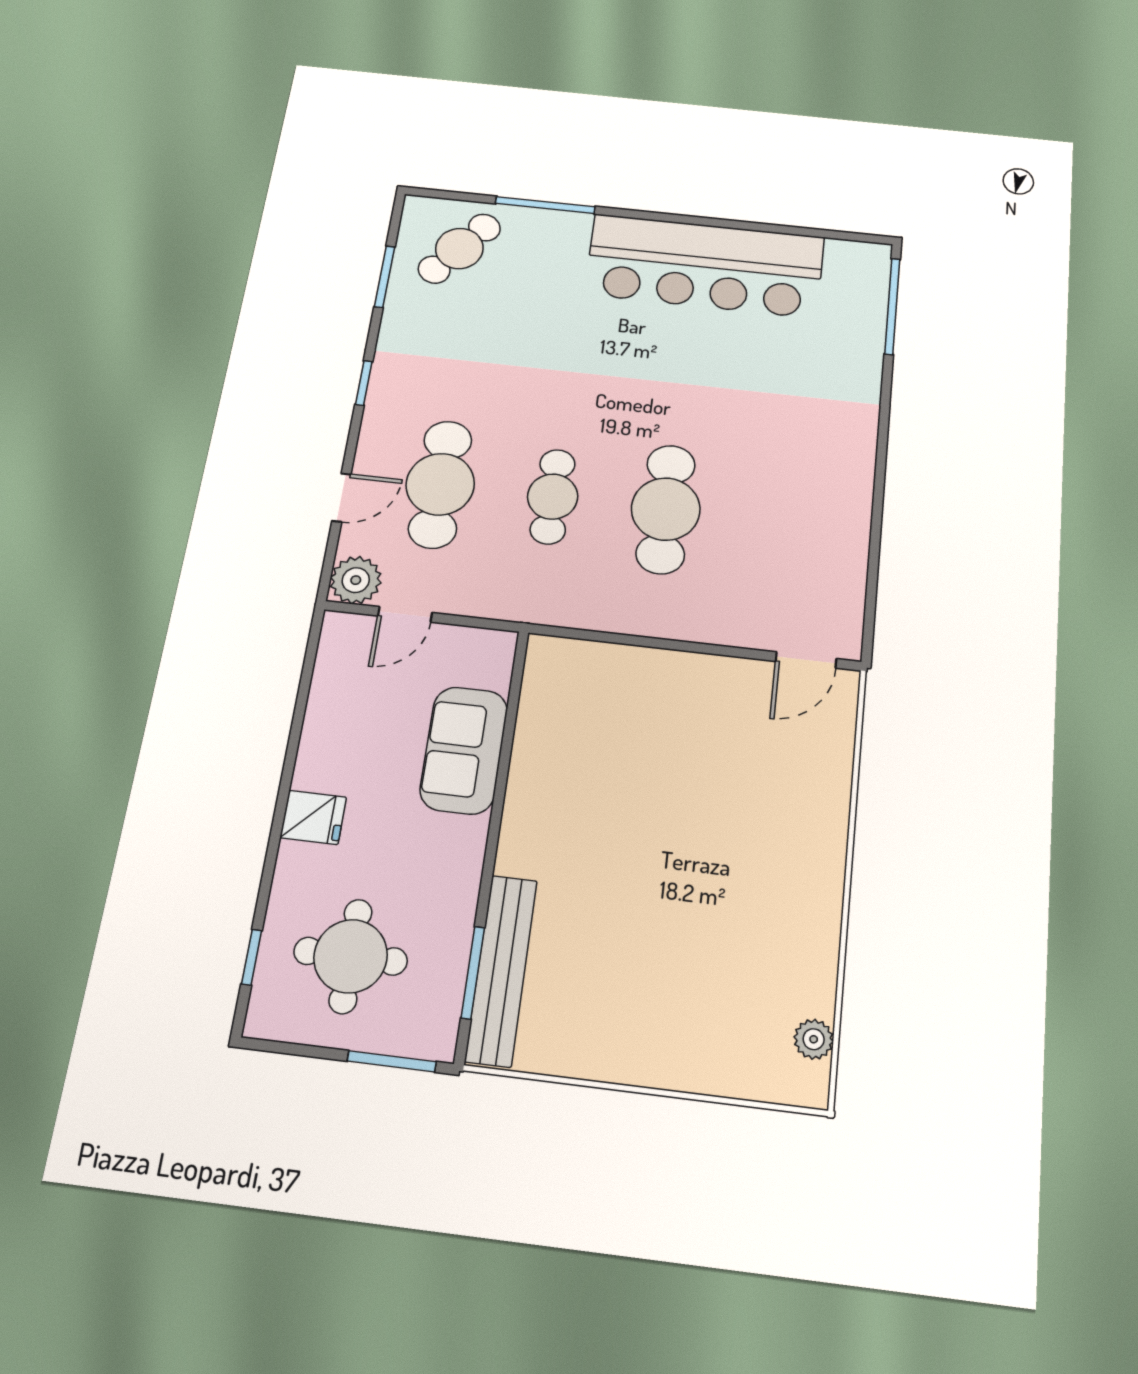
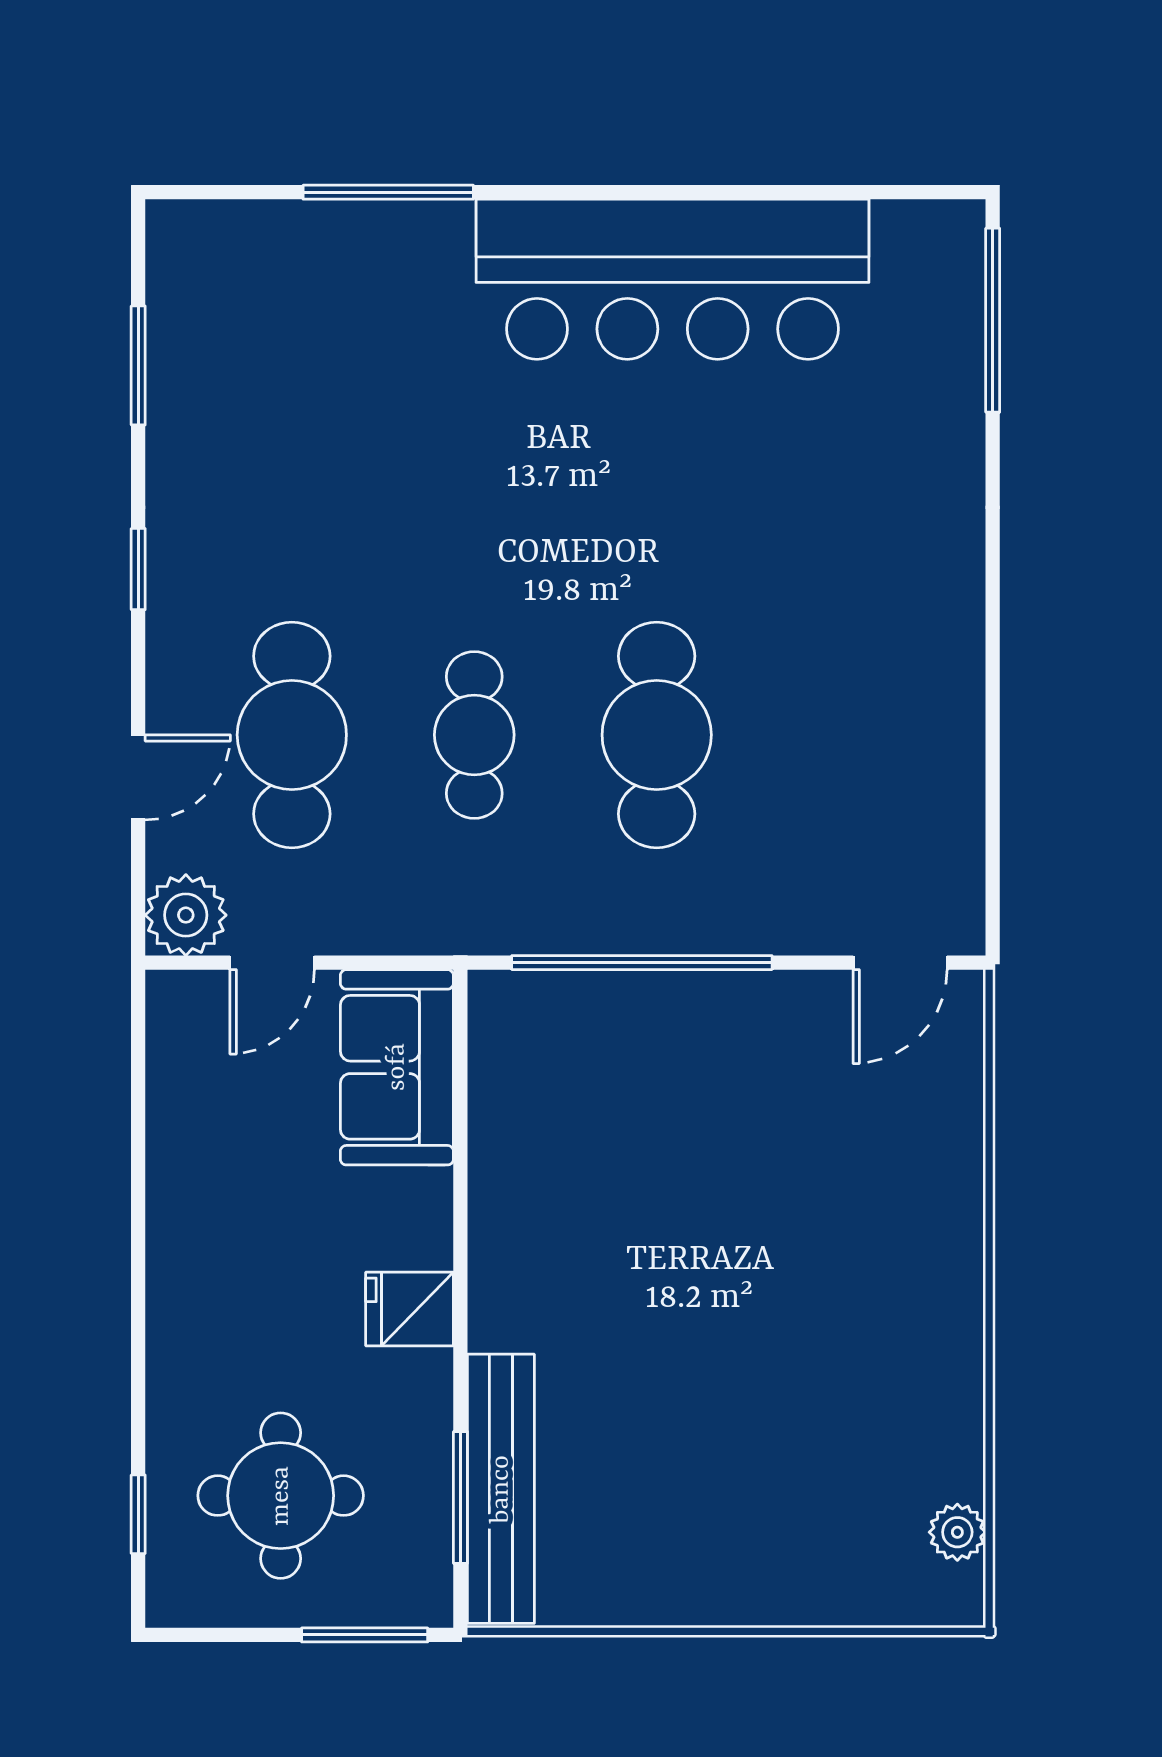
cafe table: (459, 249) -> (255, 296), removed
window: (640, 641) -> (642, 963), added
sofa: (464, 750) -> (397, 1067), moved
fridge: (313, 817) -> (410, 1309), moved, turned 180

